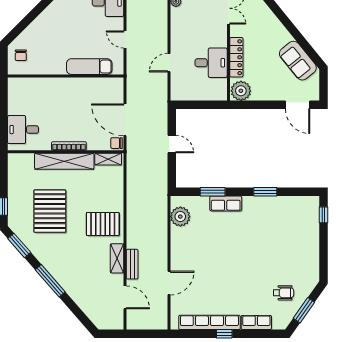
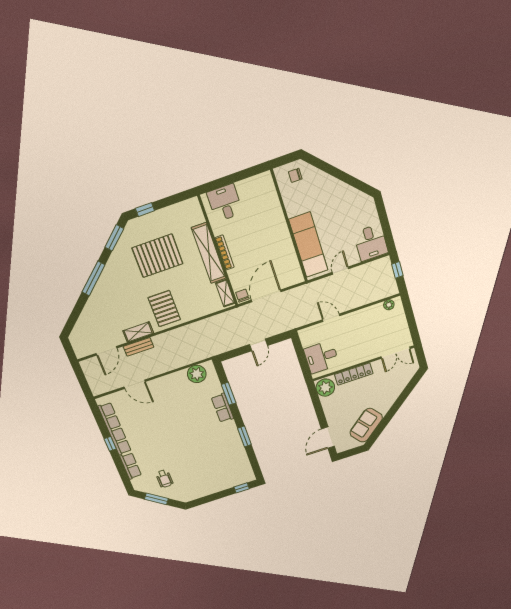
desk: (211, 63) -> (321, 357), moved, turned 90
exam couch: (89, 67) -> (308, 245), width x1.36, depth x1.45

